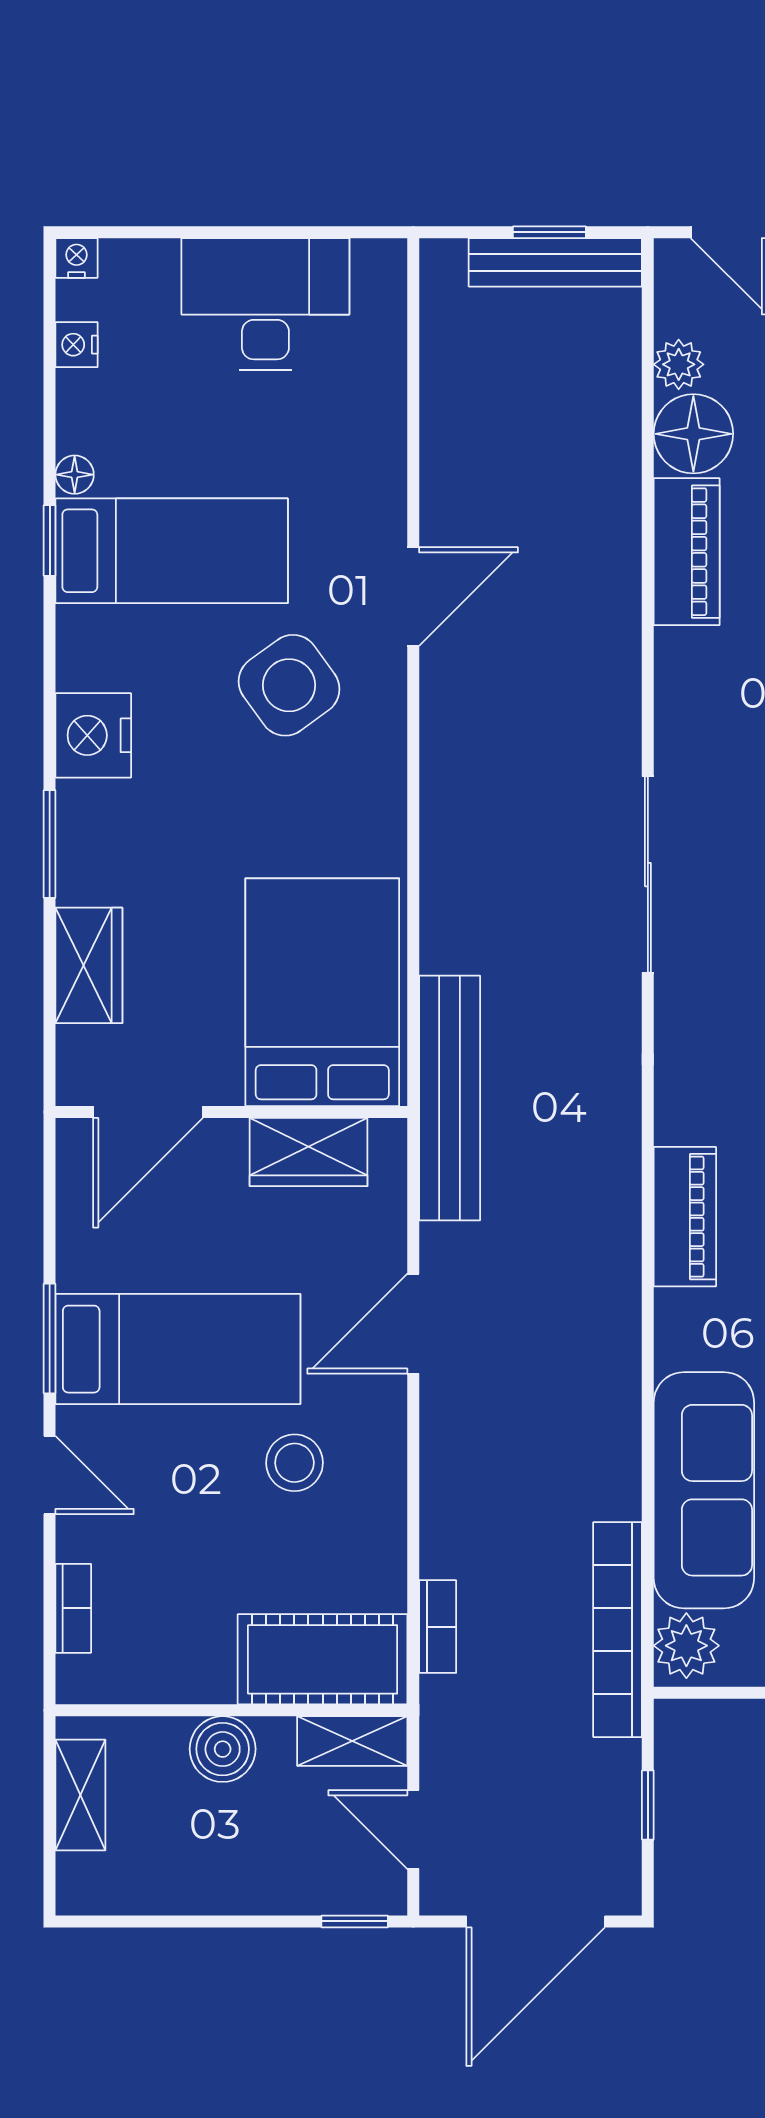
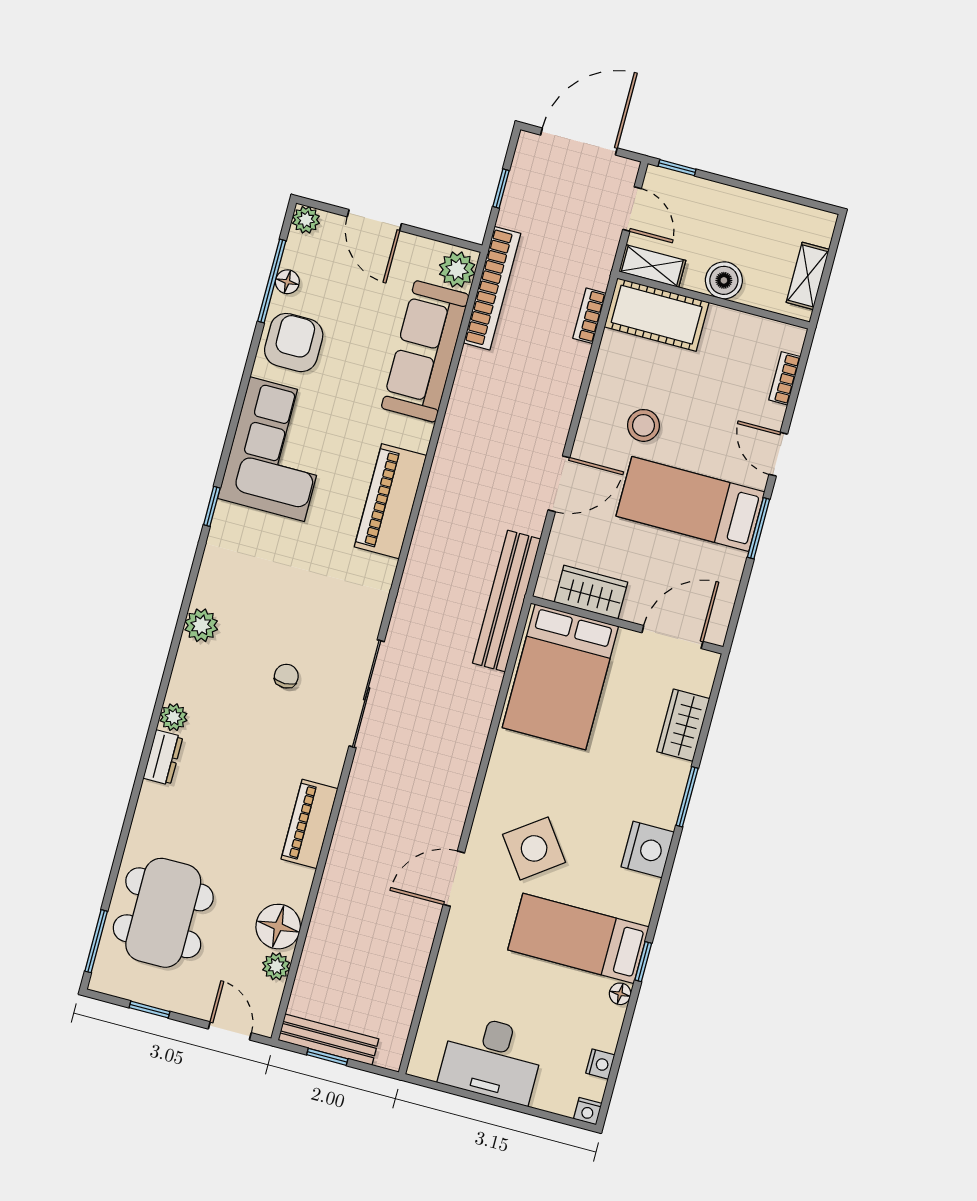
piano: (687, 552) -> (309, 824), moved
piano: (685, 1217) -> (390, 501), width x1.37, depth x1.33

